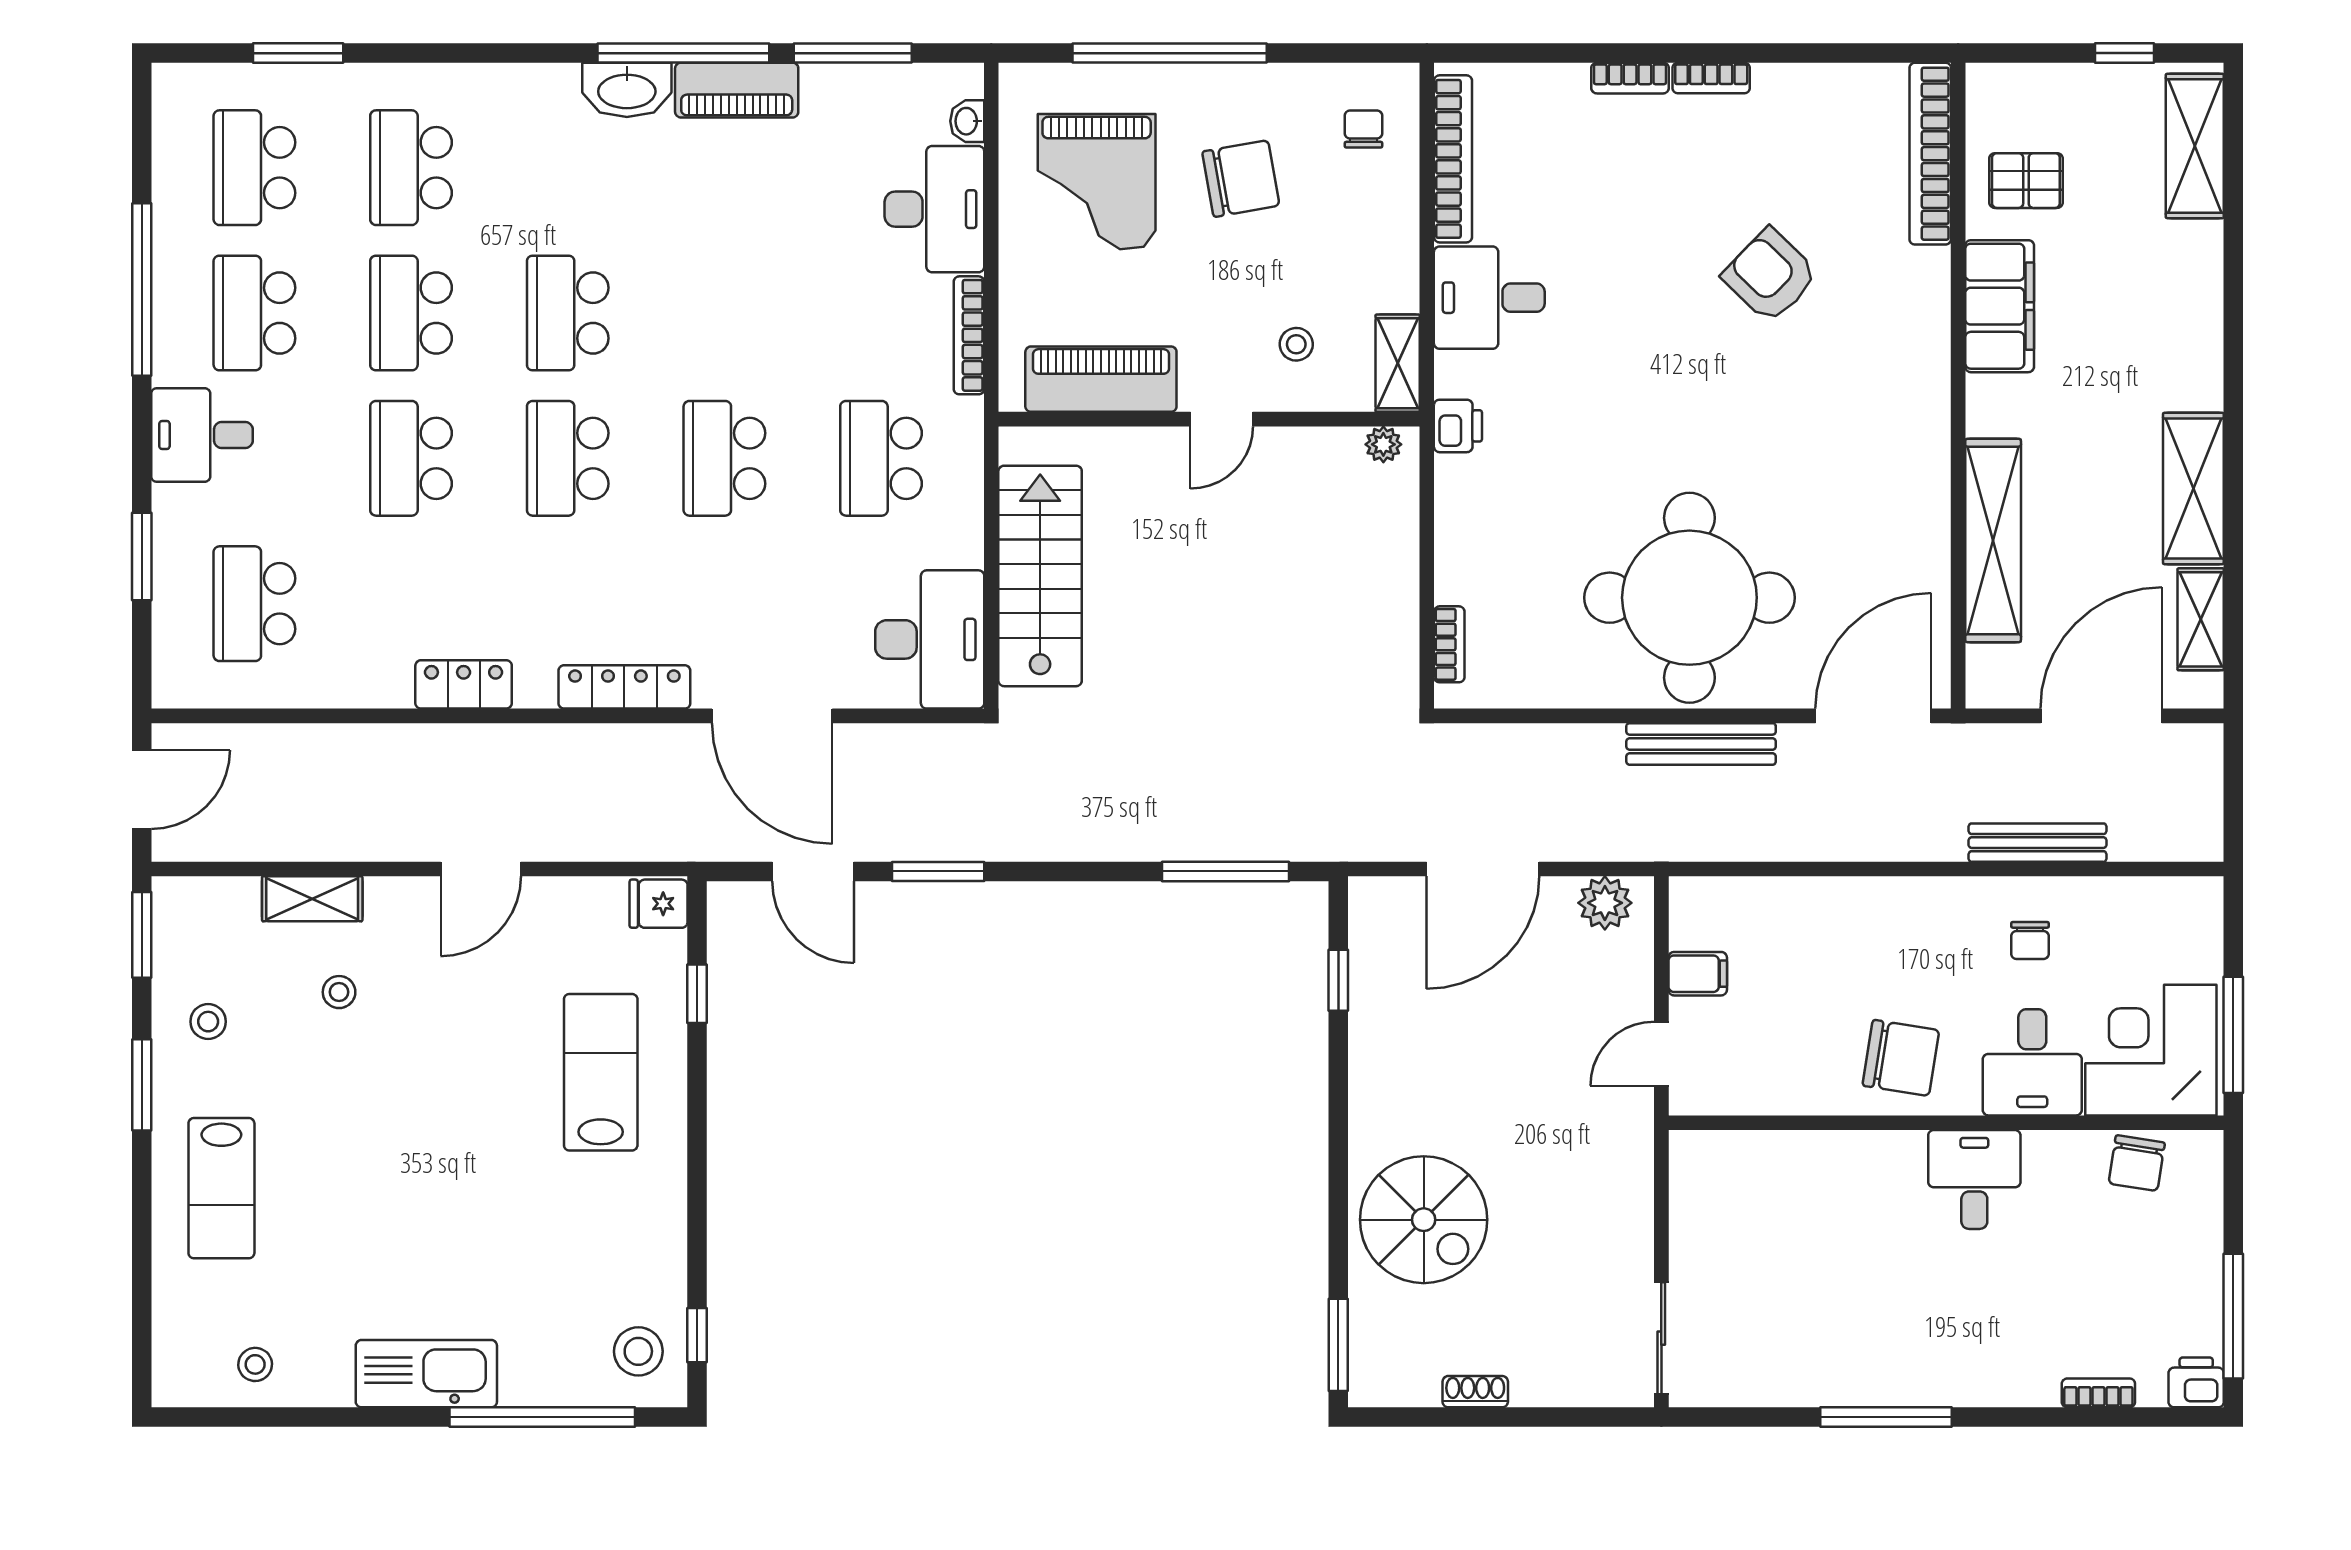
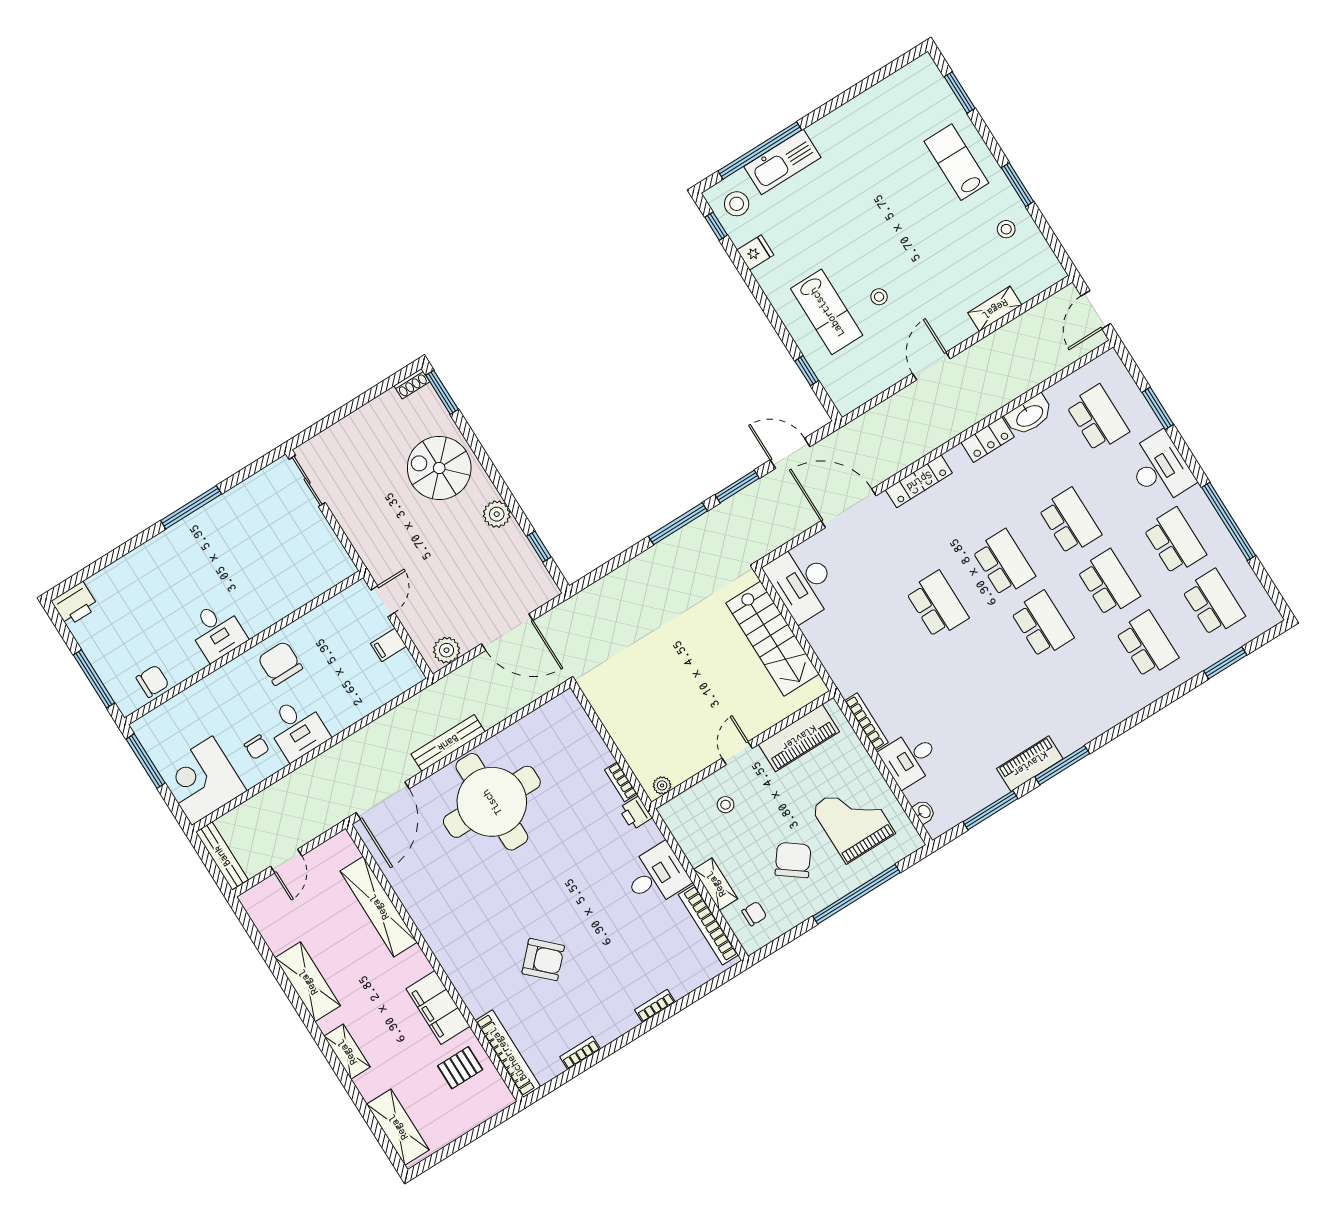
window: (683, 53) -> (1062, 765), width x0.68
window: (2124, 53) -> (452, 1148), removed
bookcase: (1711, 78) -> (580, 1053), moved
washbasin: (627, 90) -> (1029, 415), moved, turned 180
chair: (1363, 129) -> (754, 914), turned -90
chair: (1241, 179) -> (793, 860), turned 137
desk: (934, 209) -> (910, 759), width x0.73
shelving: (1398, 363) -> (716, 884), moved
desk: (202, 435) -> (1160, 468), width x1.37
school desk: (881, 458) -> (871, 646), removed
shelving: (2201, 619) -> (347, 1052), moved
bookcase: (1449, 644) -> (621, 782), moved
door: (2101, 716) -> (286, 861), width x0.53
bench: (2038, 843) -> (222, 856), moved, turned 90
door: (1483, 869) -> (507, 632), swing flipped
window: (1225, 871) -> (678, 524), moved
fridge: (659, 904) -> (755, 252), moved
window: (142, 935) -> (960, 93), moved
chair: (2030, 940) -> (257, 747), turned 180
stool: (339, 992) -> (879, 297), moved
corner desk: (2151, 1050) -> (202, 781), moved, turned 180
chair: (1901, 1058) -> (280, 663), turned 81
desk: (2032, 1062) -> (297, 728), moved, turned 180
plant: (1375, 1080) -> (497, 514), added
chair: (2137, 1163) -> (152, 681), turned 81
window: (2233, 1316) -> (94, 679), moved
stool: (255, 1364) -> (895, 97), removed
kitchen sink: (426, 1374) -> (782, 162), moved
printer: (2196, 1382) -> (75, 604), width x1.36, depth x1.24
shoe rack: (1475, 1392) -> (412, 384), moved
bookcase: (2098, 1393) -> (108, 574), removed

